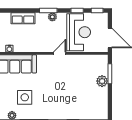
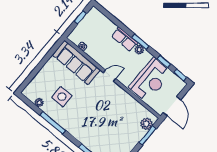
row of seats: (23, 18) -> (125, 39), moved
door: (60, 53) -> (110, 76), moved
plant: (102, 81) -> (146, 124), moved

